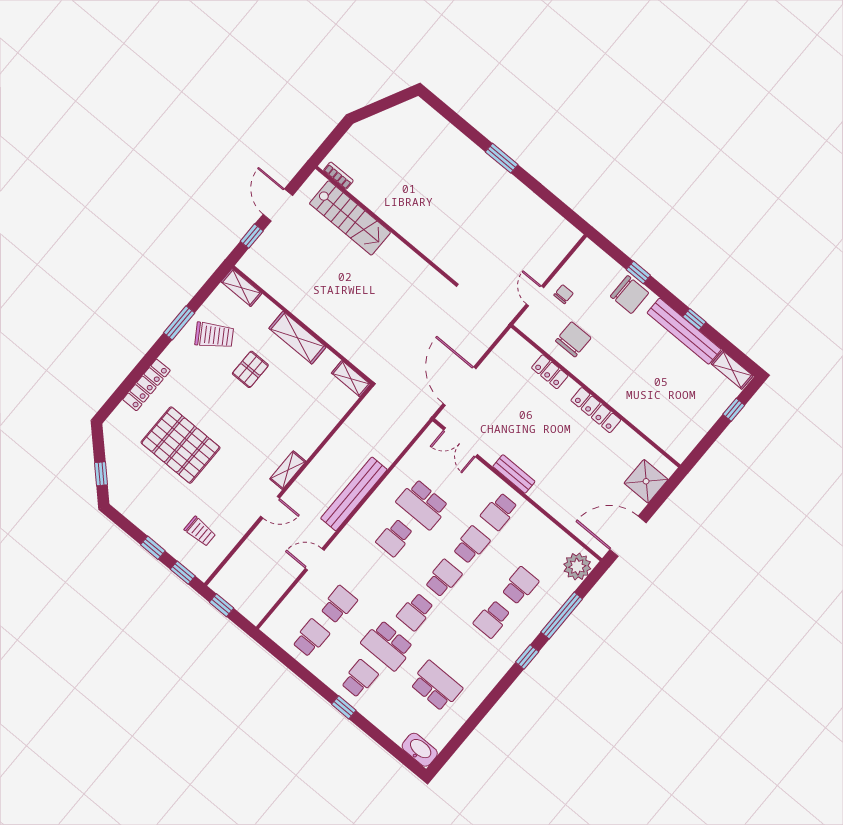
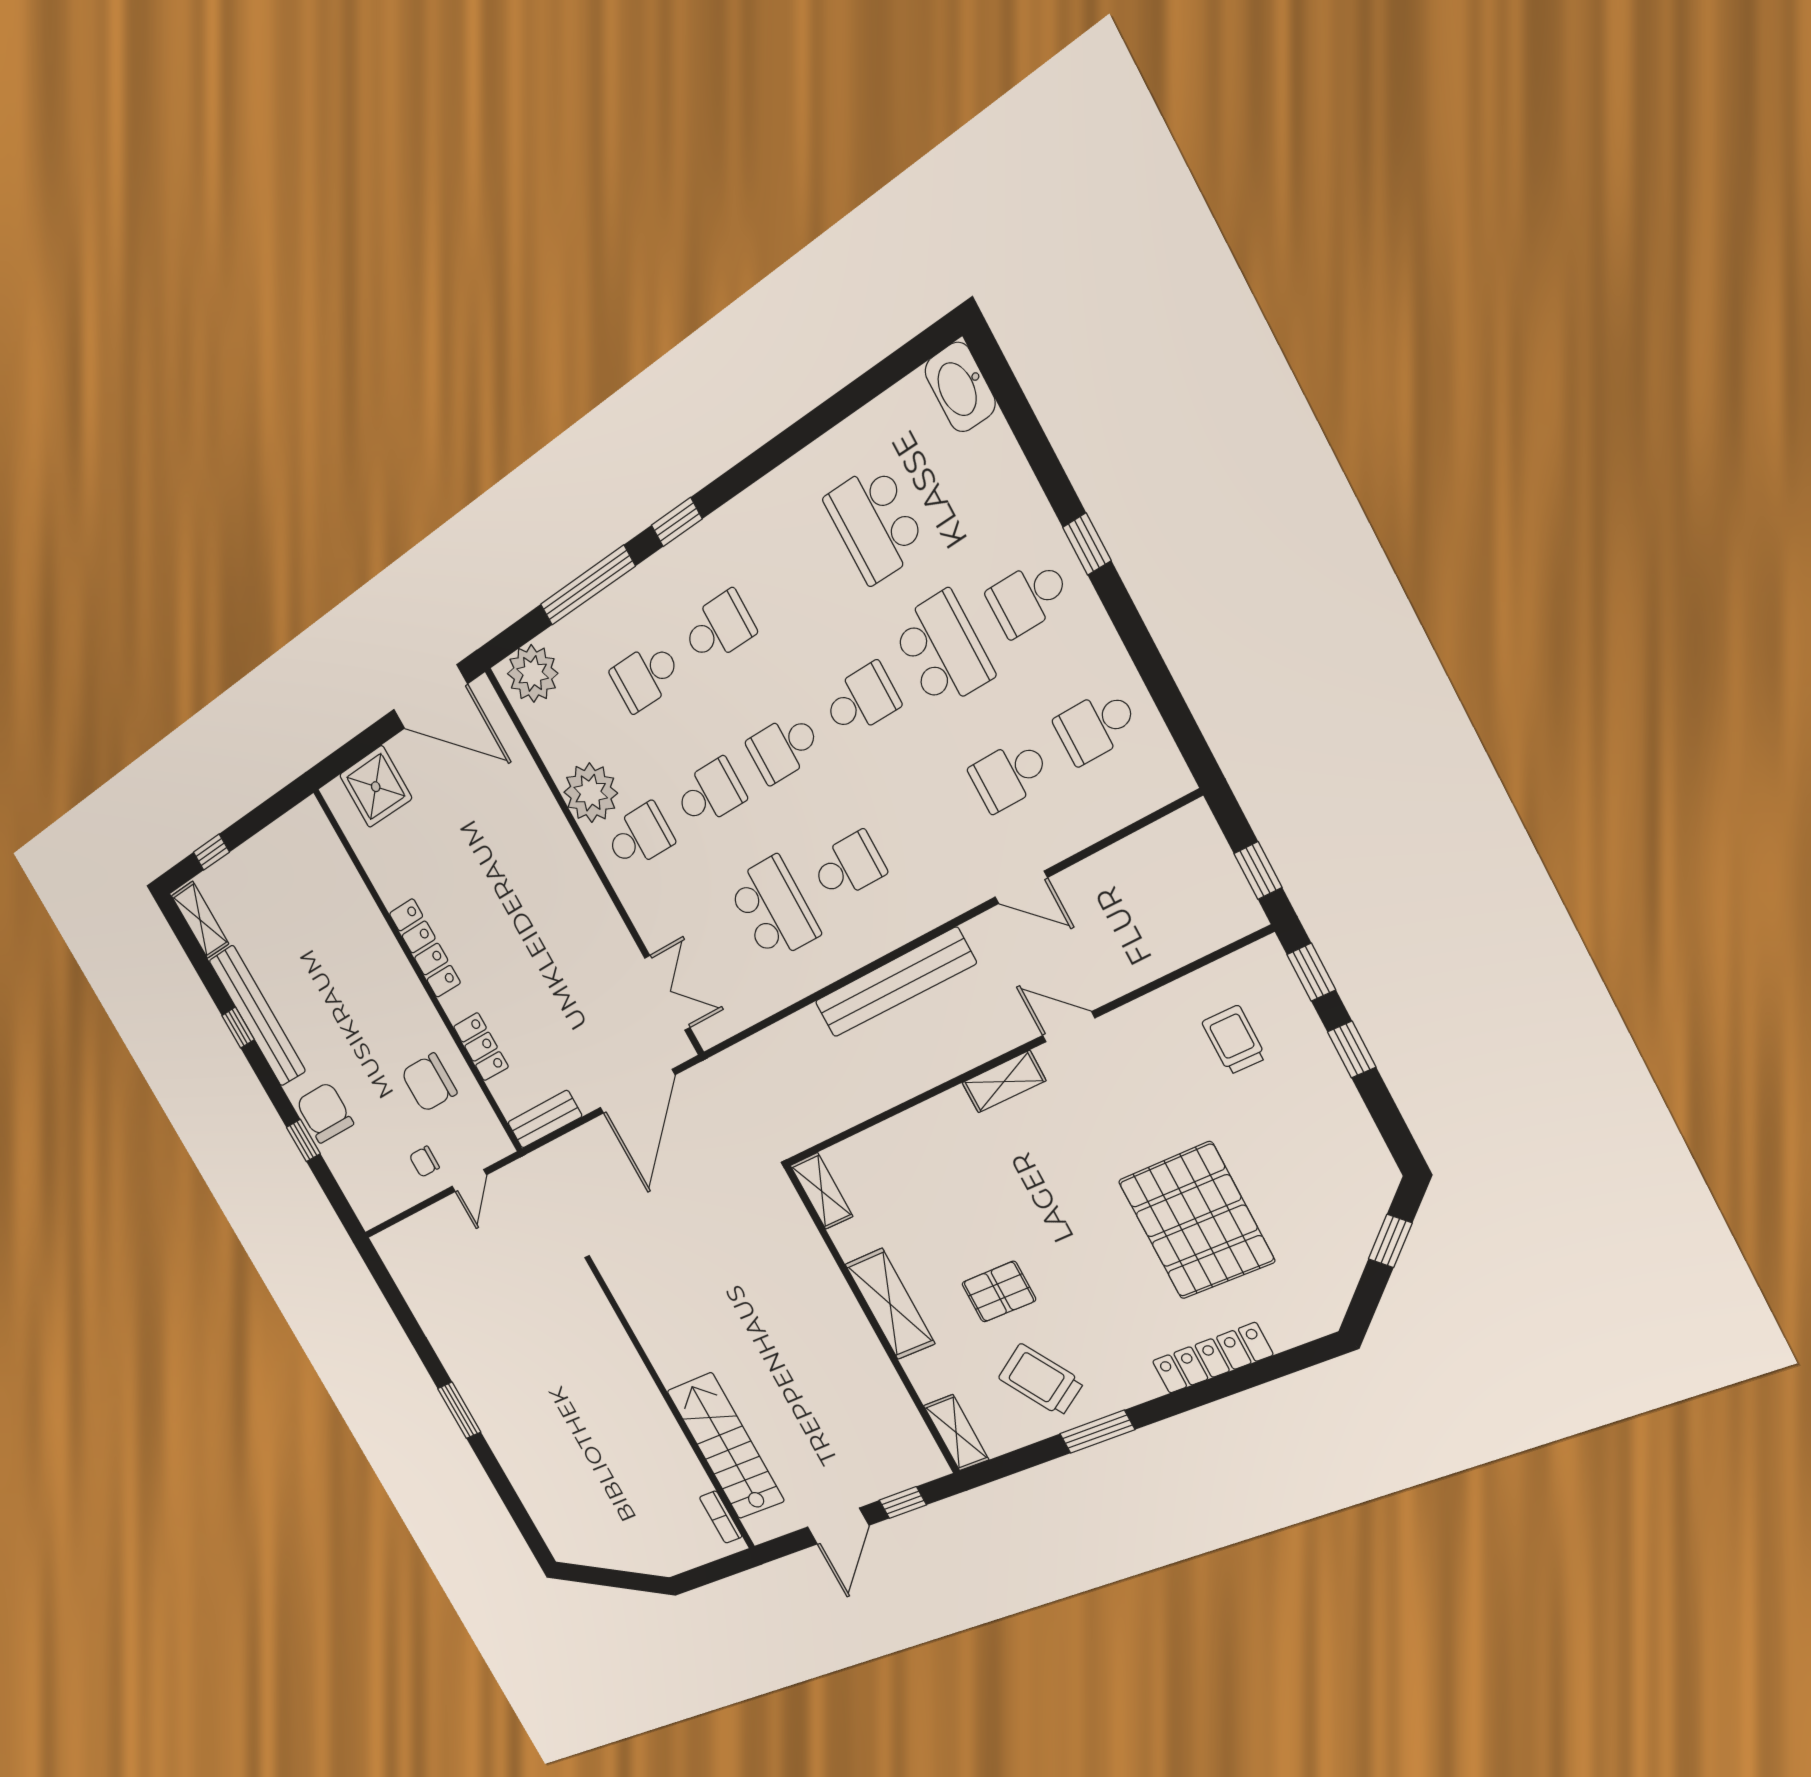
bench: (514, 474) -> (545, 1119), moved, turned 90
plant: (530, 522) -> (591, 793), added
school desk: (471, 545) -> (710, 793), turned 180

